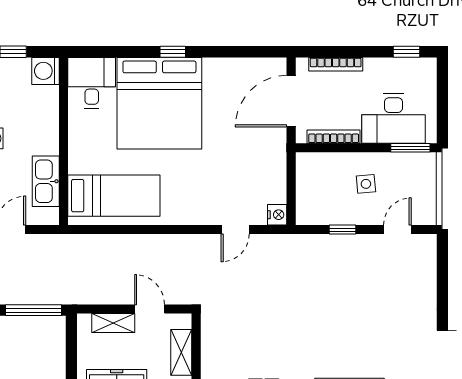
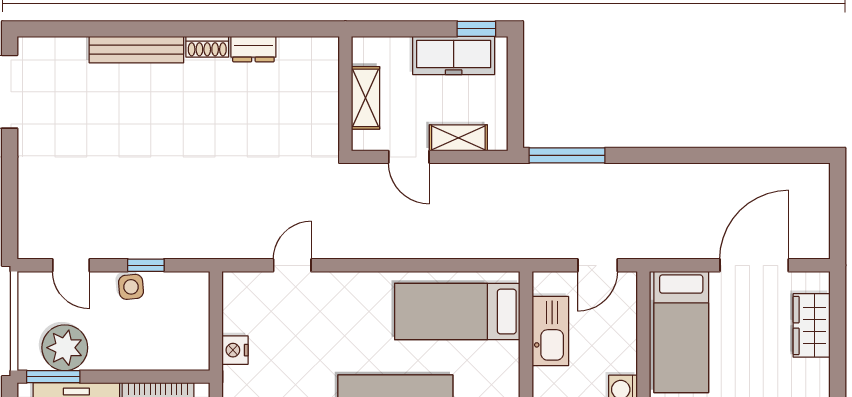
plant: (402, 169) -> (65, 348), added
side table: (366, 184) -> (131, 287), moved
nightstand: (277, 215) -> (235, 350), moved
door: (397, 230) -> (71, 265), hinge flipped

